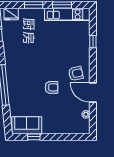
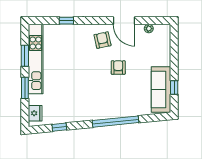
kitchen unit: (67, 14) -> (36, 59), width x1.36
door: (93, 92) -> (124, 21), hinge flipped
sofa: (27, 125) -> (161, 89), width x1.36

